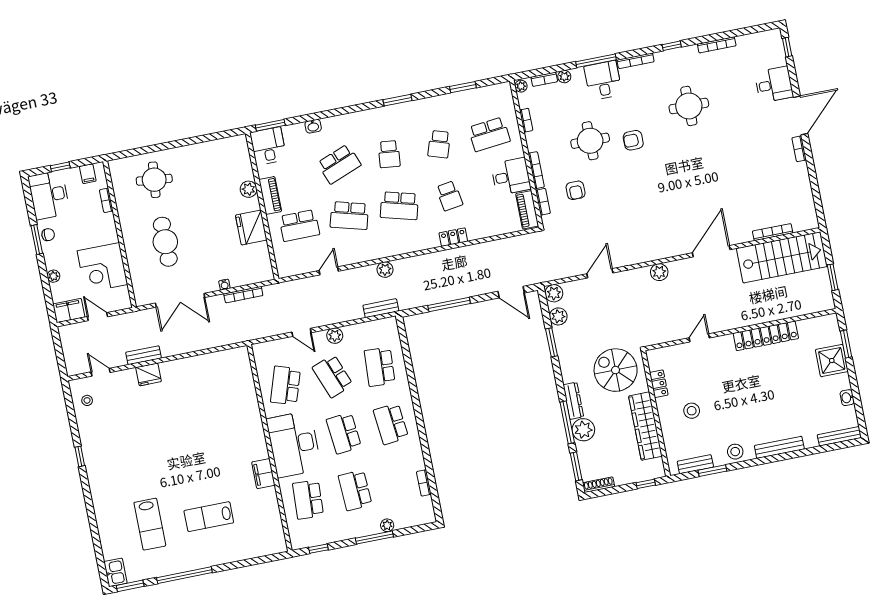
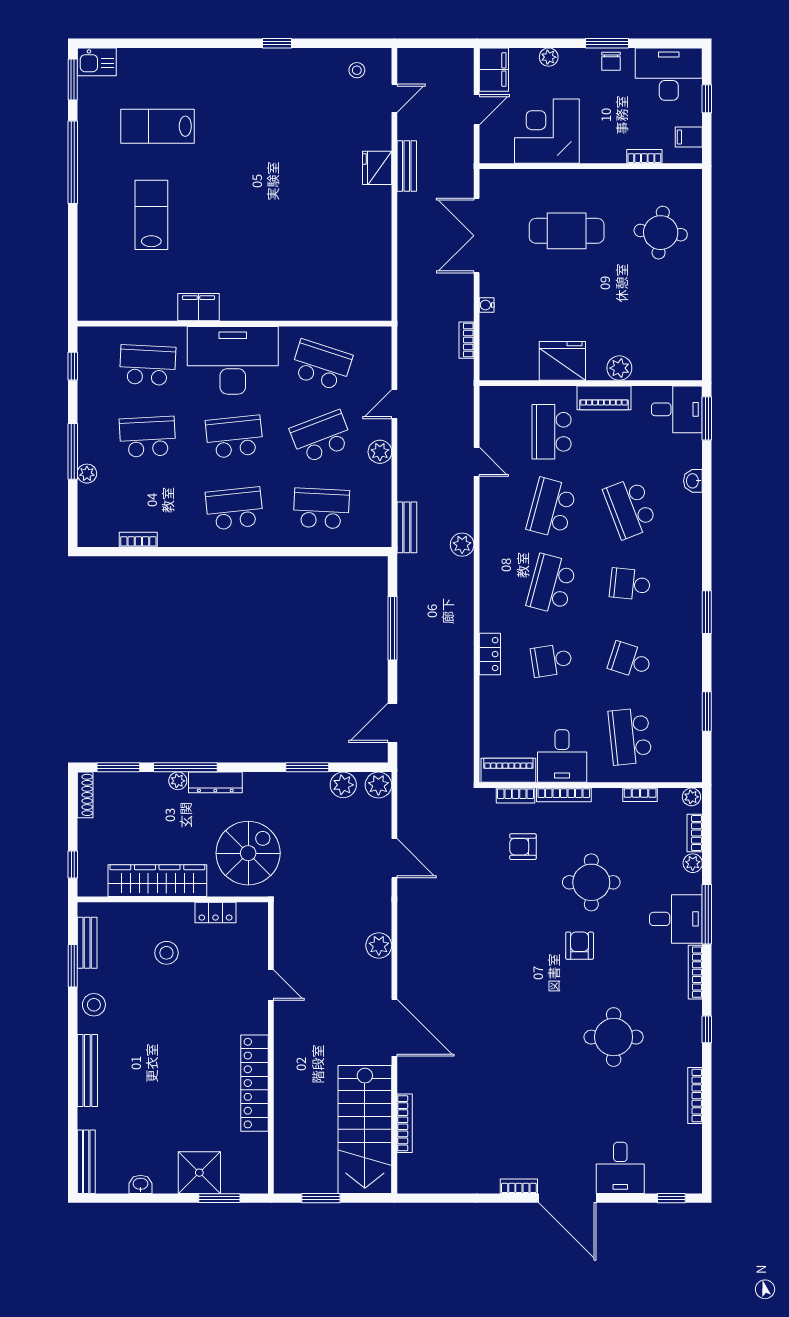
bookcase: (243, 295) -> (467, 340), width x0.64
plant: (583, 430) -> (178, 781), width x0.53, depth x0.53

